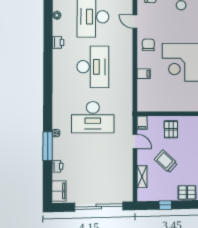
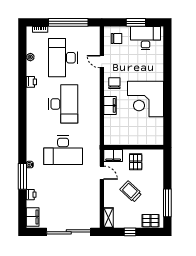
filing cabinet: (144, 74) -> (110, 105), width x2.00
filing cabinet: (142, 123) -> (113, 155), width x2.00
shelving: (142, 177) -> (108, 218), moved

